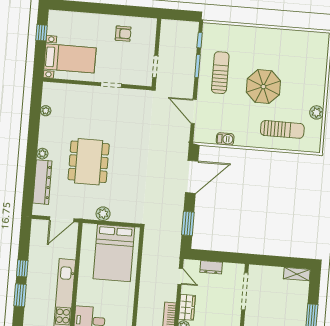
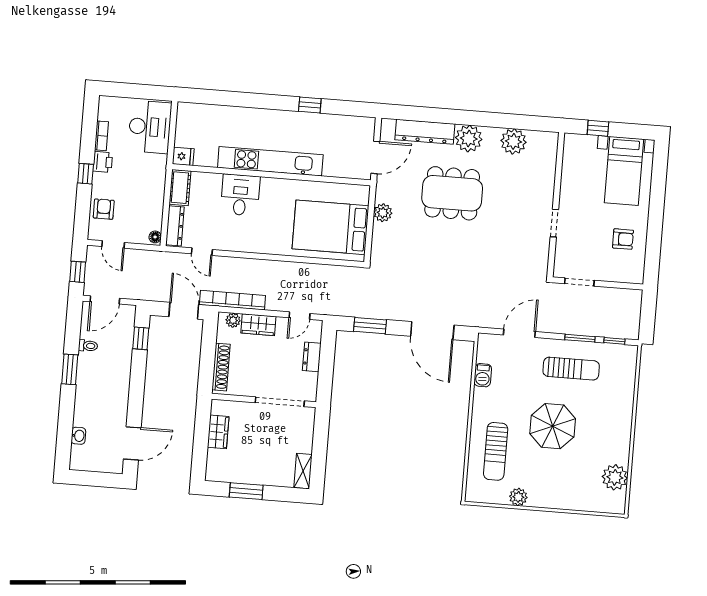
window: (42, 33) -> (598, 128), moved
armchair: (123, 34) -> (623, 239), turned -90
plant: (302, 40) -> (615, 477), added
bed with nightstands: (70, 58) -> (624, 171), moved
plant: (46, 111) -> (514, 141), width x1.87, depth x1.87
plant: (42, 154) -> (469, 138), width x1.87, depth x1.87
door: (62, 219) -> (375, 157), swing flipped
window: (20, 295) -> (274, 102), removed

